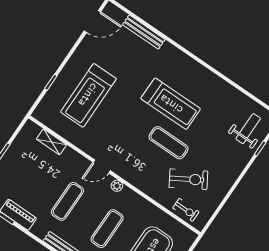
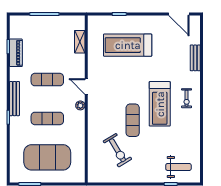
bench: (144, 32) -> (195, 58), width x0.73
exercise bike: (186, 210) -> (187, 98), moved

